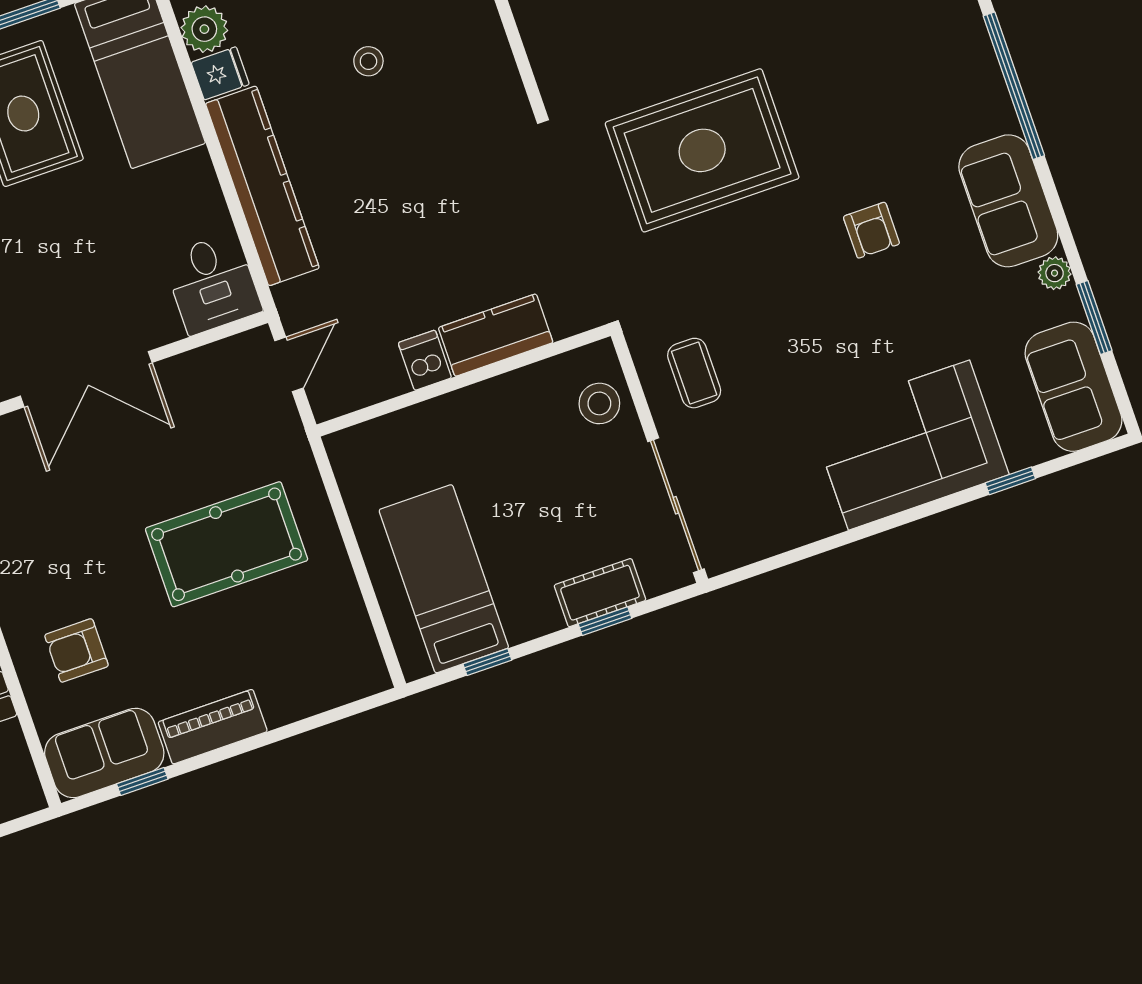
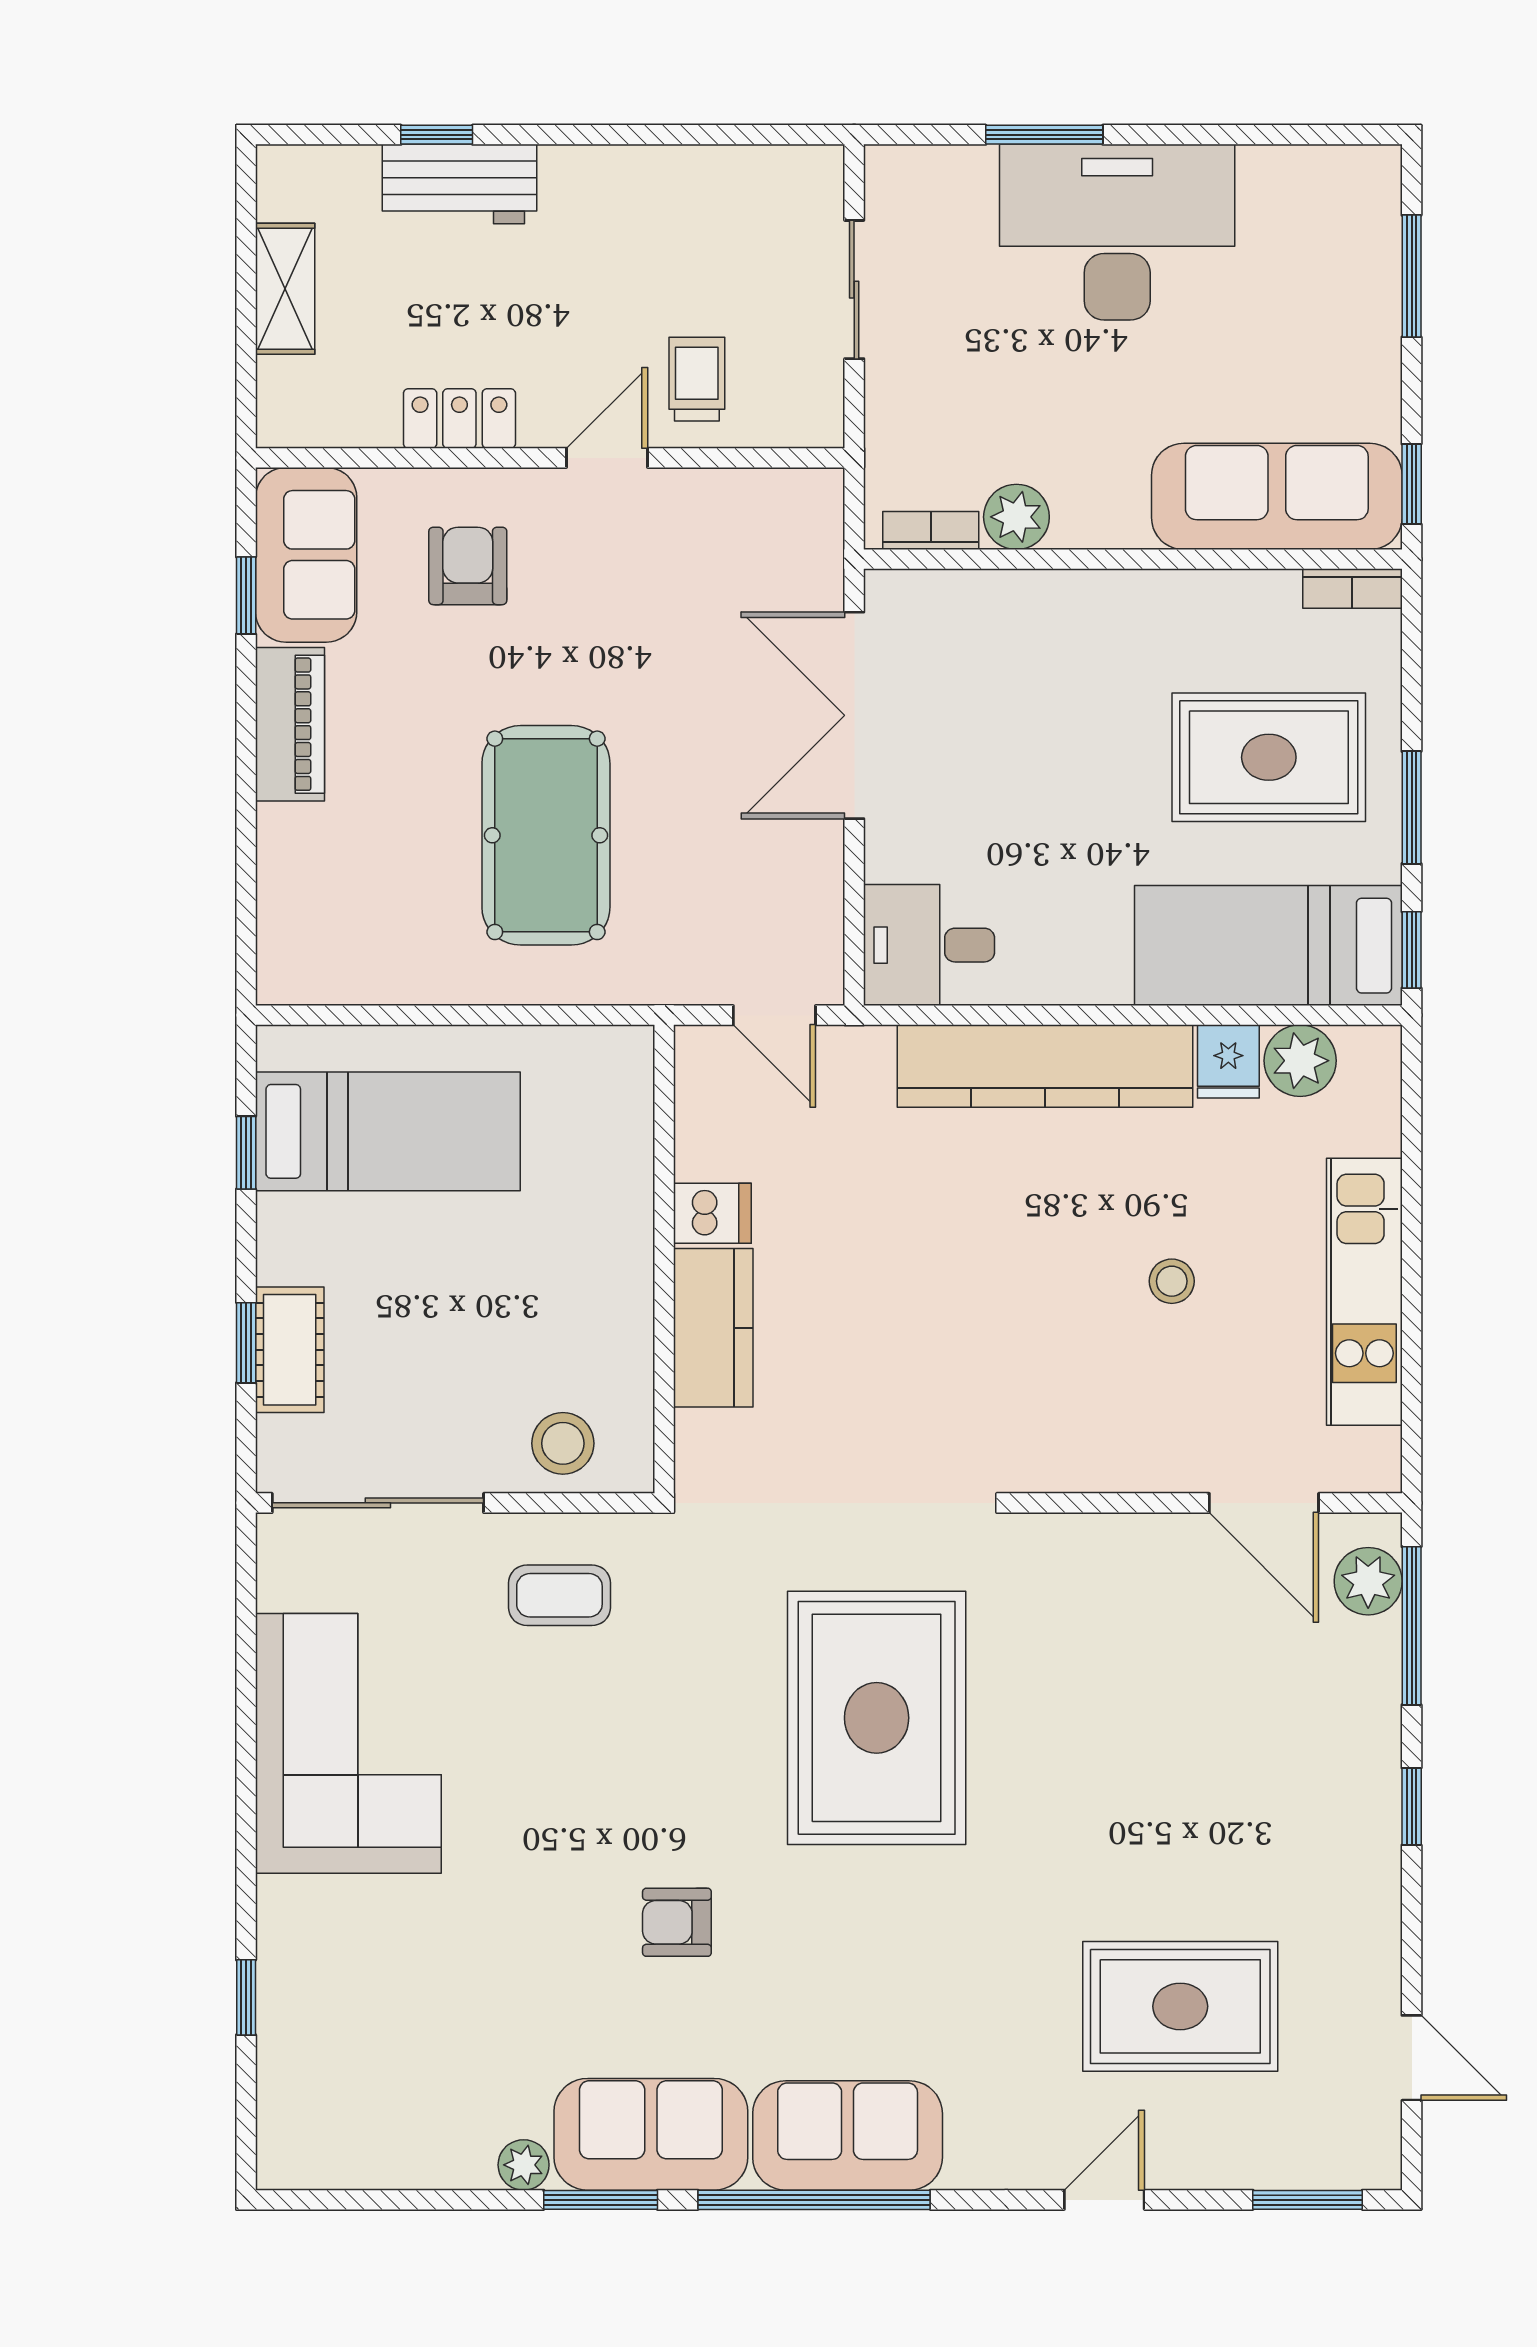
window: (1094, 317) -> (601, 2200), moved
sofa: (1073, 387) -> (848, 2135), moved
corner sofa: (909, 445) -> (348, 1743), moved

